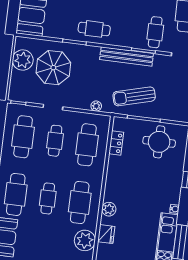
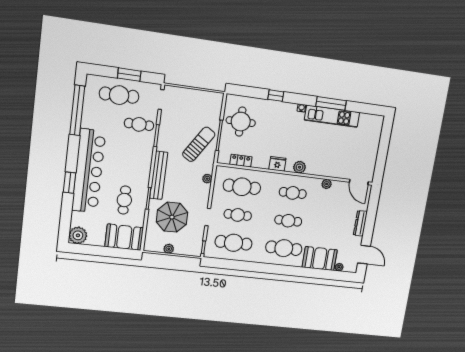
cafe table: (94, 29) -> (124, 200), moved
bench: (127, 56) -> (159, 175), moved
plant: (23, 60) -> (169, 249), width x0.53, depth x0.53
sun lounger: (134, 96) -> (199, 144), turned -132
cafe table: (80, 203) -> (293, 193), width x0.73, depth x0.74
fridge: (106, 234) -> (277, 164), moved
plant: (85, 240) -> (327, 184), width x0.53, depth x0.53

